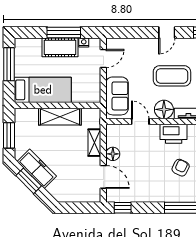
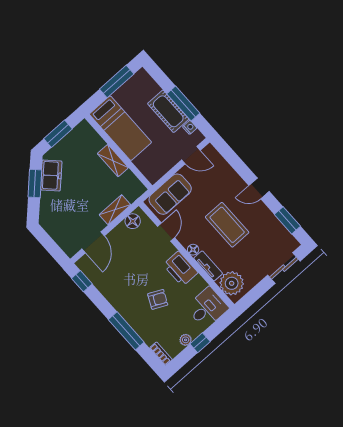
floor lamp: (164, 109) -> (193, 250), width x0.53, depth x0.53
shelving: (60, 117) -> (113, 161), width x0.67, depth x0.75
floor lamp: (113, 154) -> (133, 221), moved
freezer: (37, 169) -> (51, 175), width x0.71

